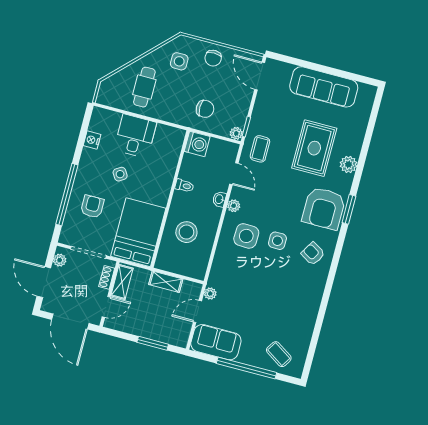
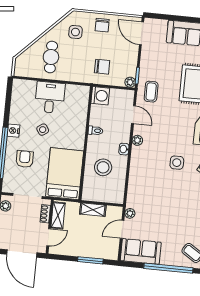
nightstand: (92, 140) -> (14, 131), moved
washbasin: (219, 199) -> (124, 149), moved
side table: (246, 236) -> (151, 163), removed

